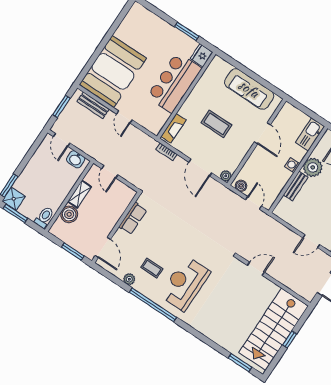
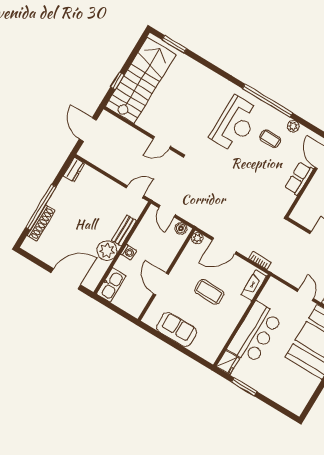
sofa: (249, 89) -> (177, 330), width x0.73
door: (200, 167) -> (224, 246), swing flipped
row of seats: (133, 218) -> (299, 178), moved
door: (311, 241) -> (135, 192), moved
window: (290, 339) -> (117, 81), moved

